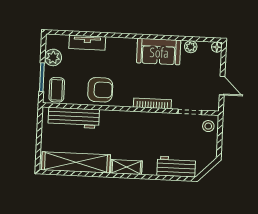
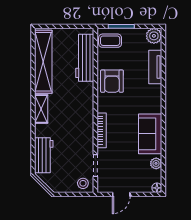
plant: (53, 57) -> (154, 36), moved

